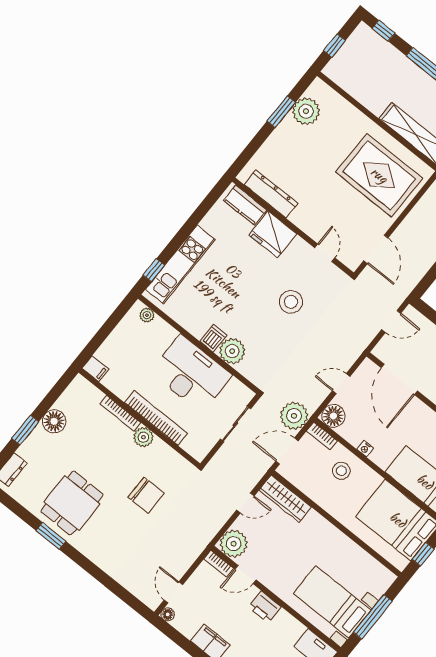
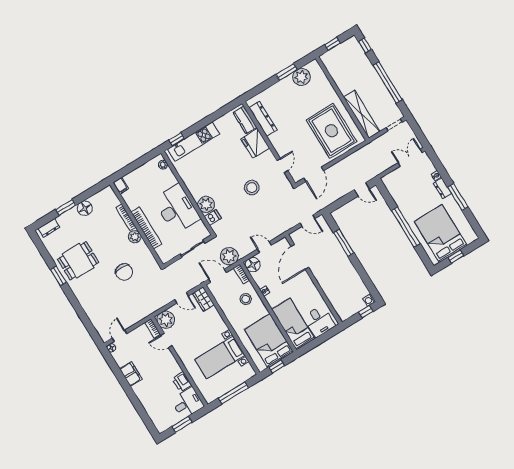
dishwasher: (213, 338) -> (213, 217), moved
wardrobe: (285, 499) -> (203, 299), width x0.67
bed with nightstands: (332, 602) -> (220, 357), moved, turned -90
printer: (265, 607) -> (182, 382), moved

